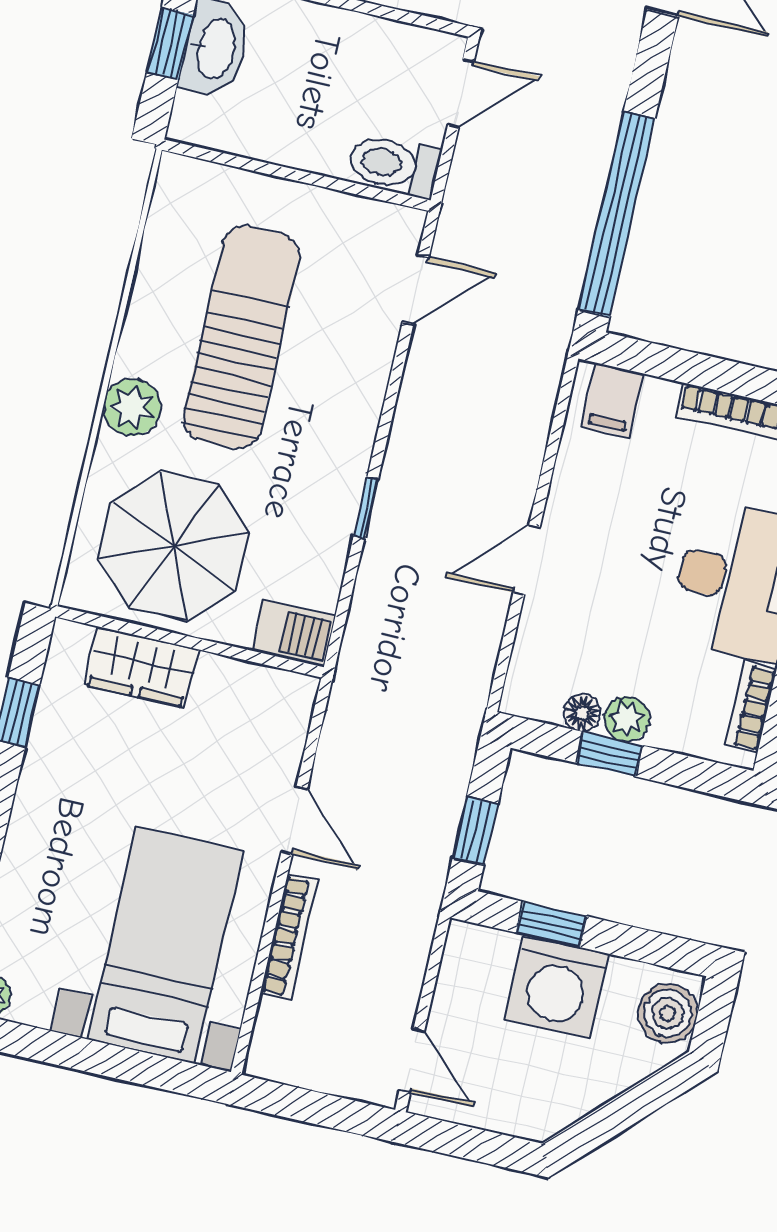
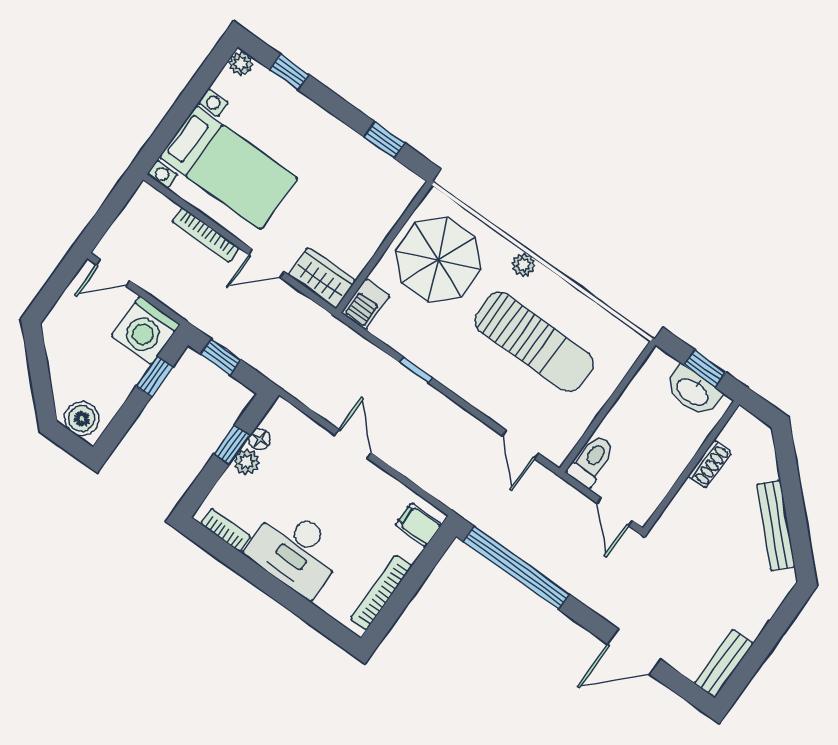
plant: (132, 407) -> (523, 265), width x0.73, depth x0.73
wardrobe: (141, 667) -> (322, 278), moved, turned 90
washing machine: (557, 987) -> (146, 330), moved, turned -90

